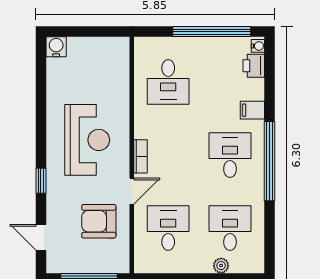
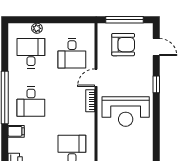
reception desk: (87, 140) -> (126, 112), turned -90
armchair: (99, 221) -> (123, 45), moved
desk: (230, 228) -> (31, 53), turned 180

